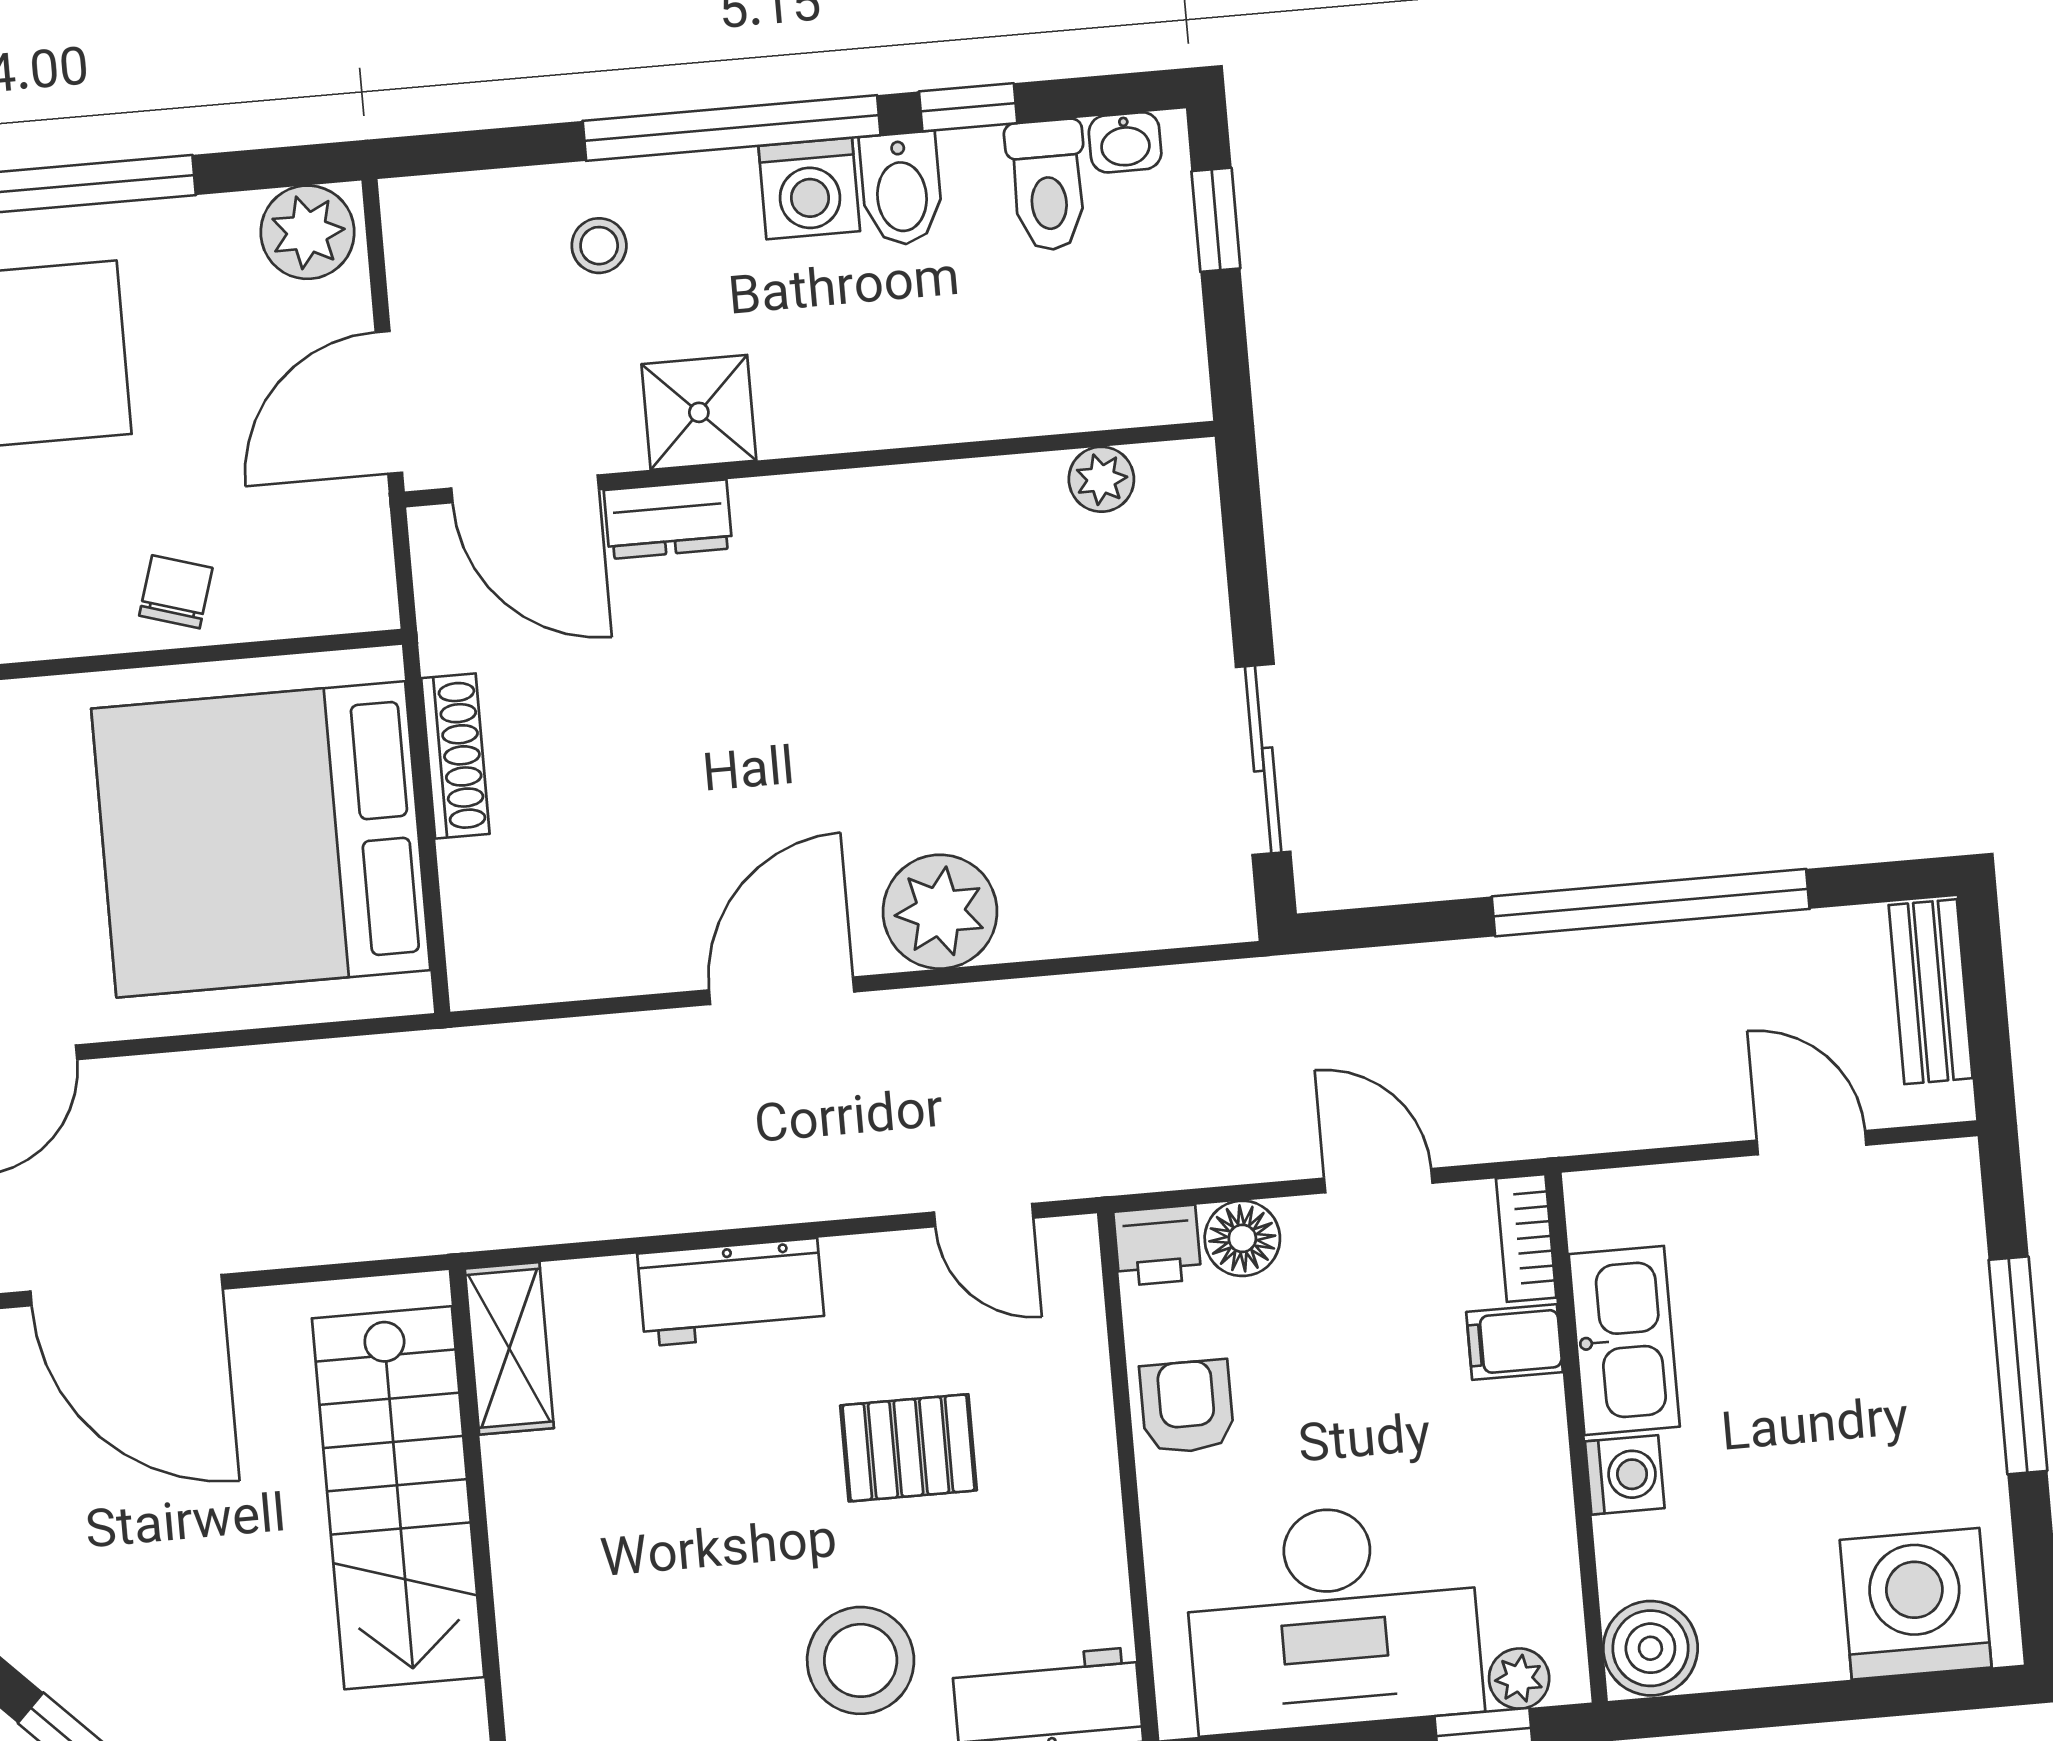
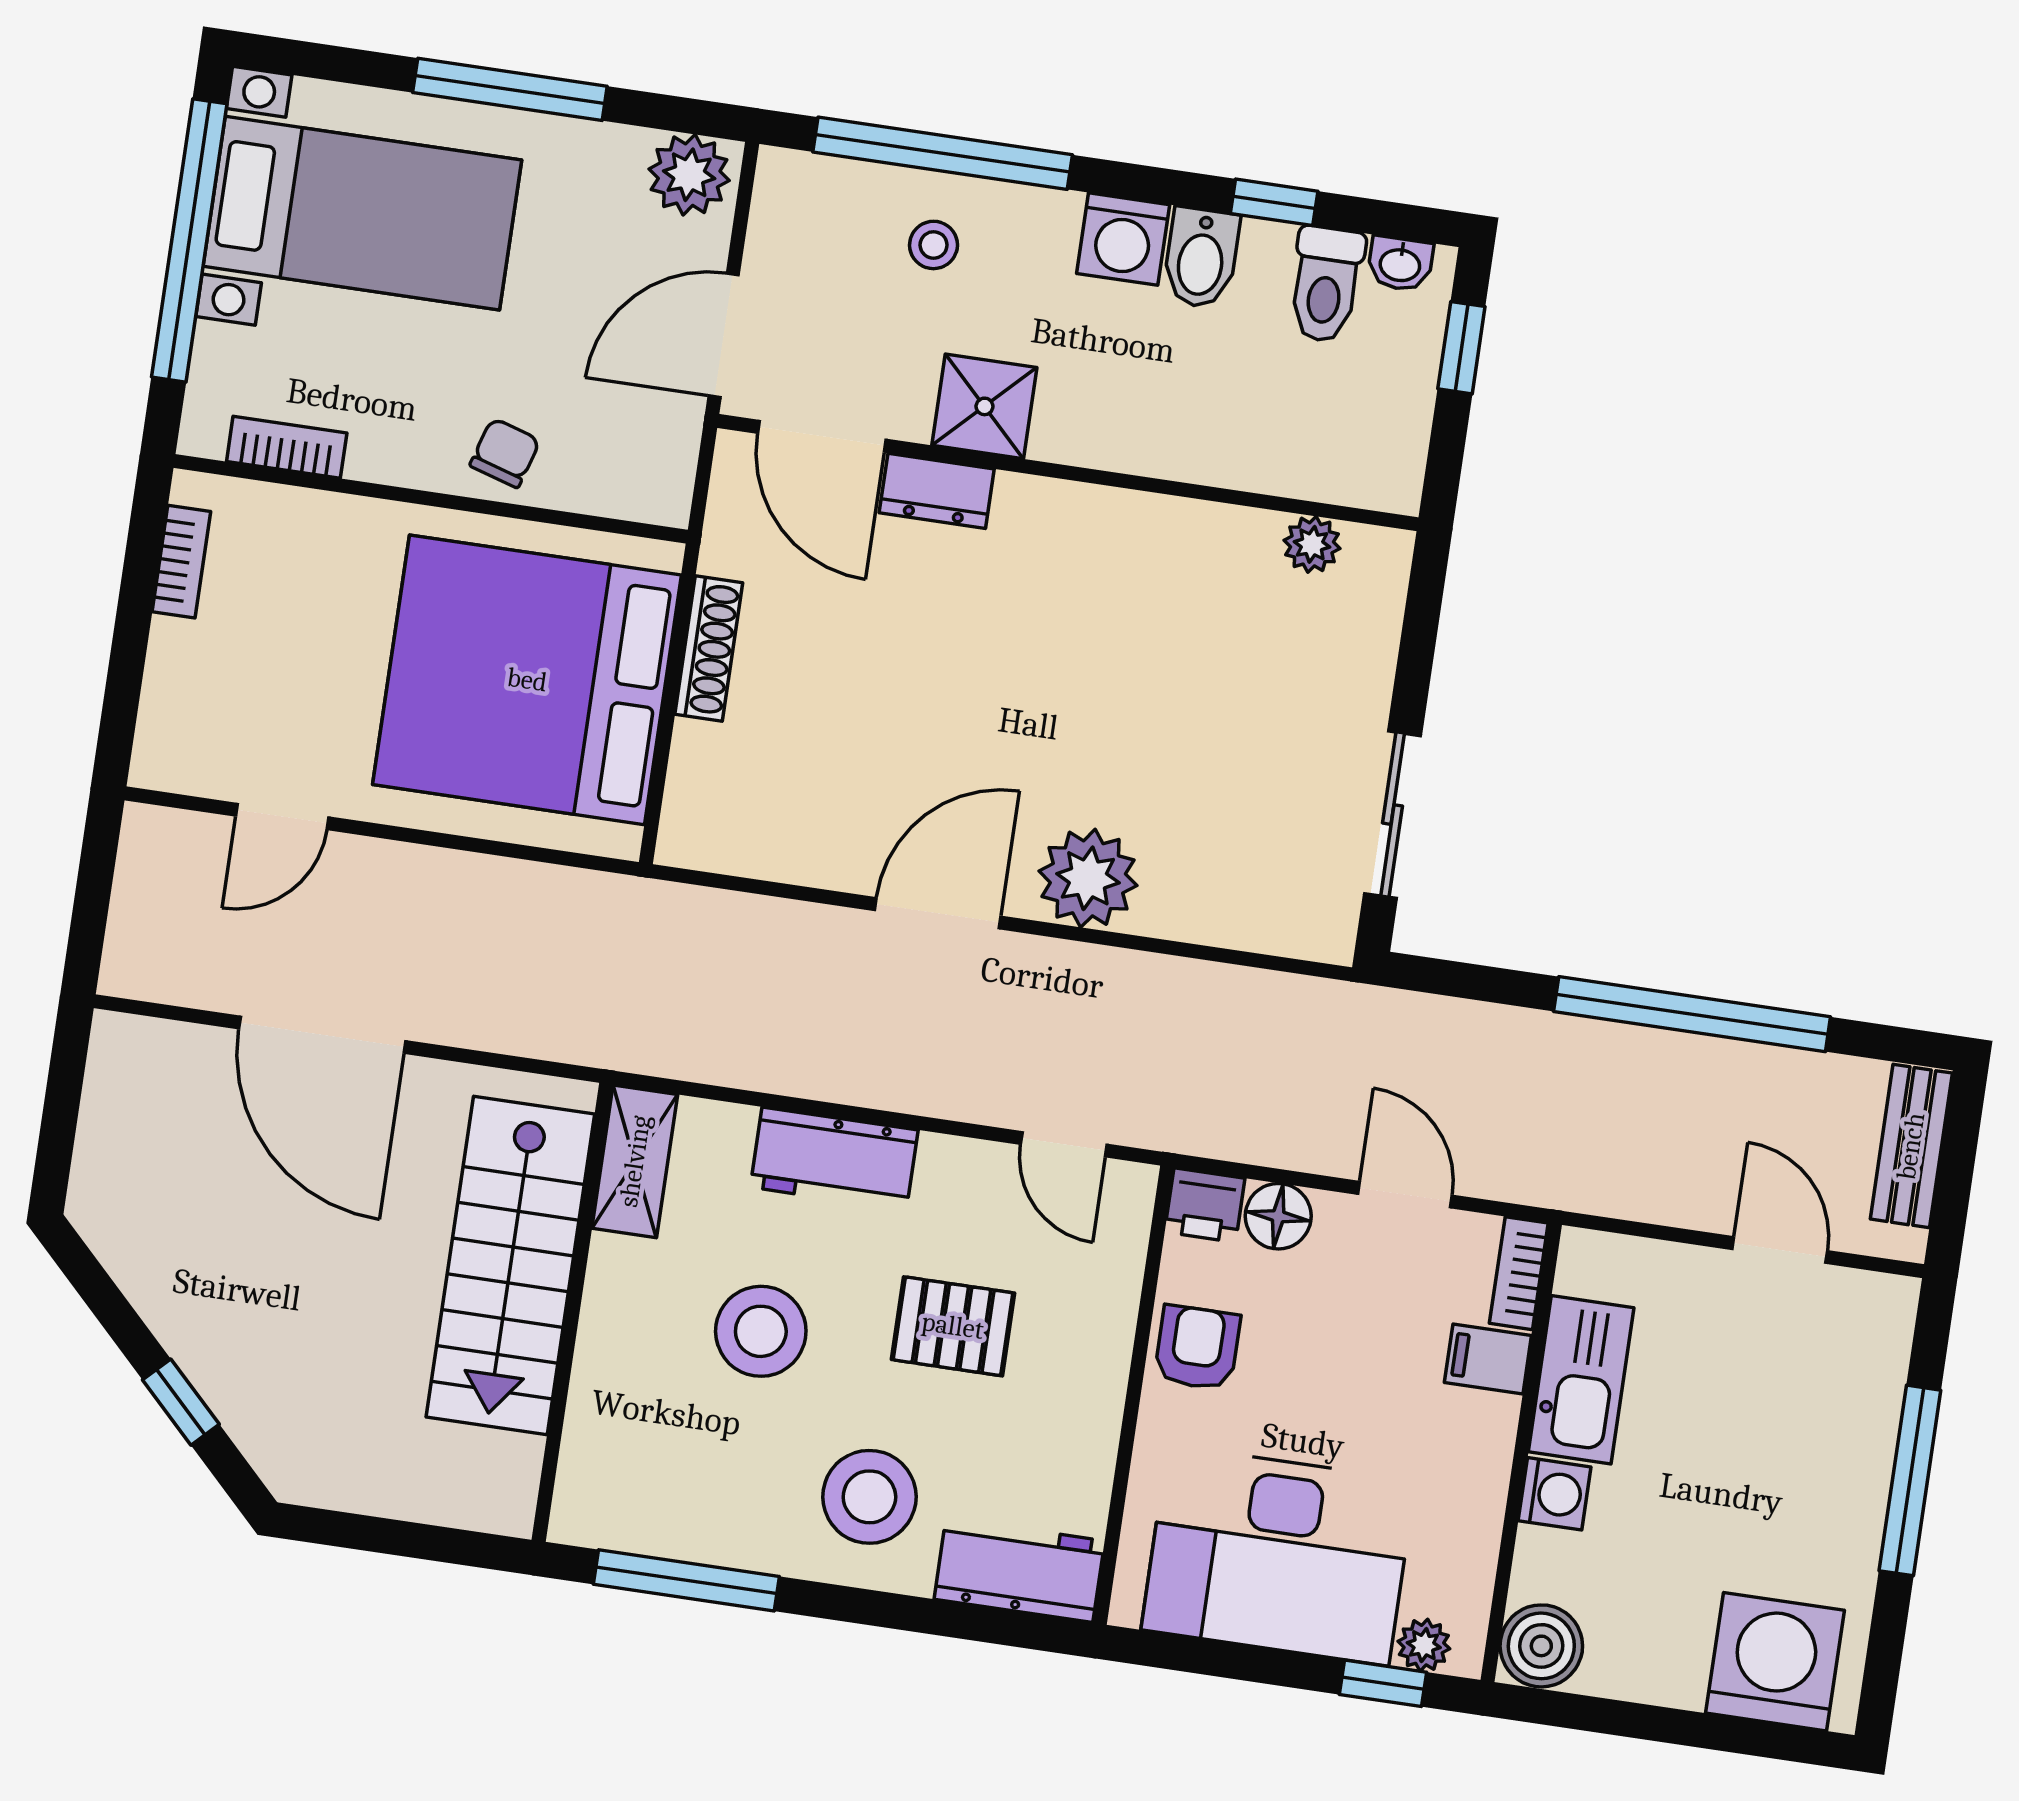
window: (732, 128) -> (943, 153), moved
stool: (695, 1505) -> (761, 1331), added

